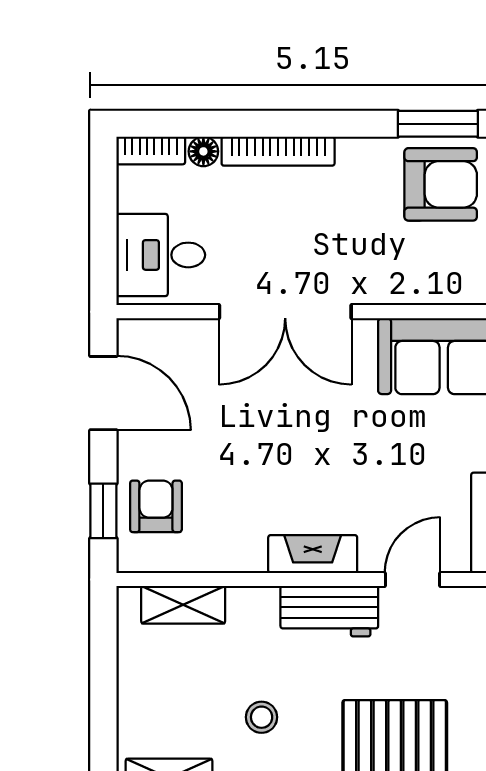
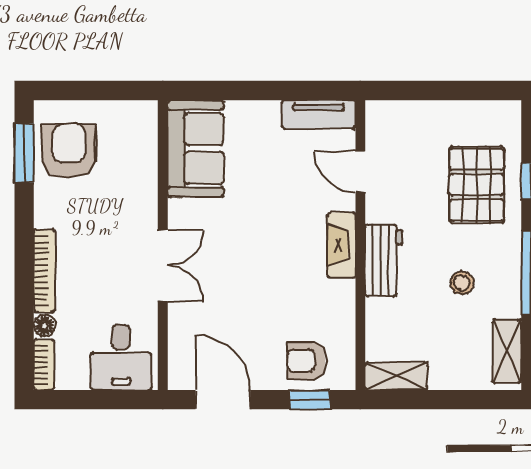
double door: (285, 312) -> (163, 265), width x0.73
door: (103, 393) -> (223, 400), hinge flipped
shelving: (183, 605) -> (396, 376), moved, turned 90
workbench: (329, 611) -> (384, 260), moved

